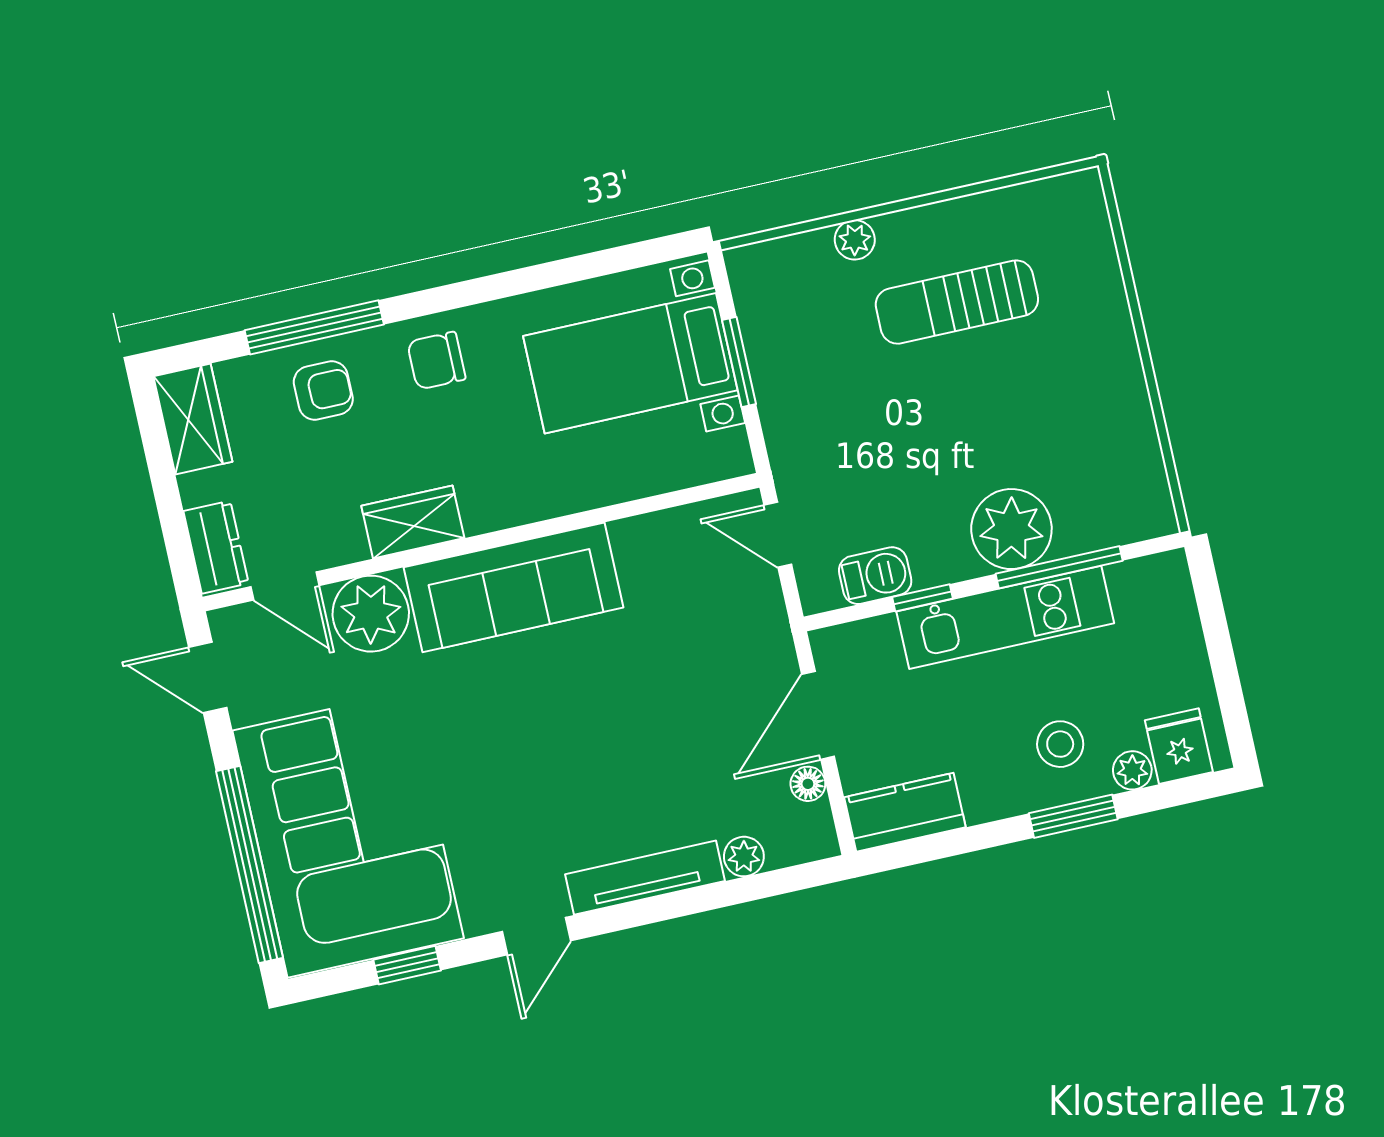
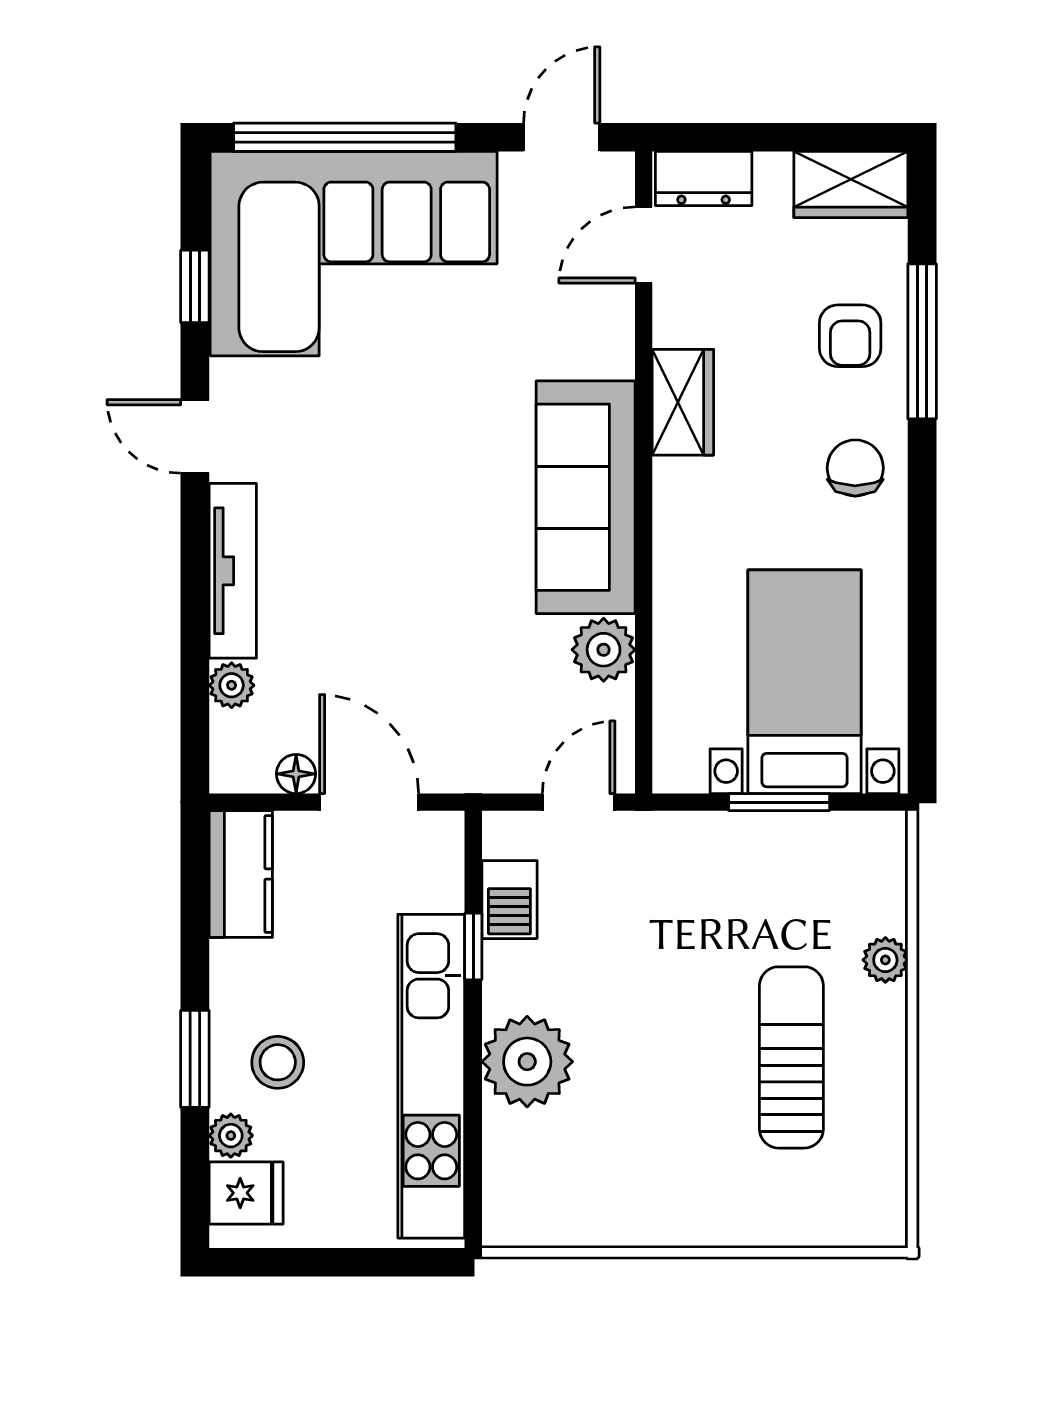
window: (1059, 567) -> (473, 1105), removed
plant: (371, 614) -> (604, 650), moved, width x0.73, depth x0.73
kitchen unit: (1005, 617) -> (431, 1076), width x1.36

